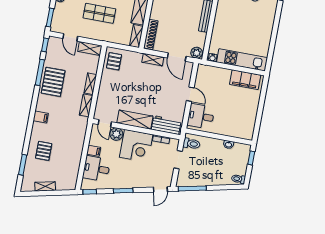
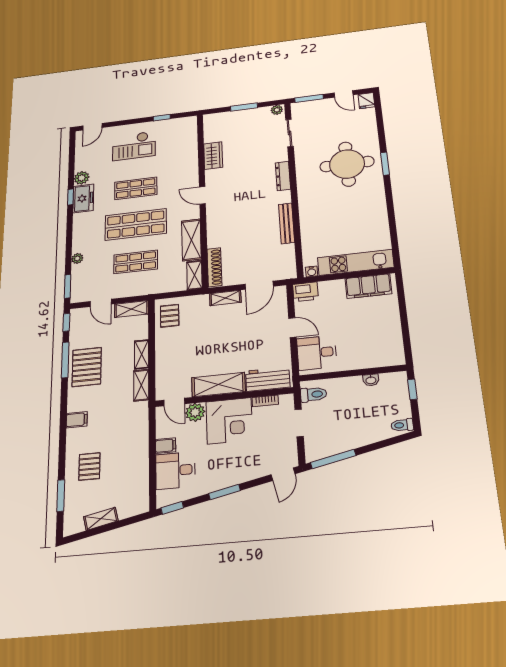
plant: (197, 53) -> (287, 272), removed
door: (177, 57) -> (259, 285), hinge flipped
printer: (205, 71) -> (305, 292), added

